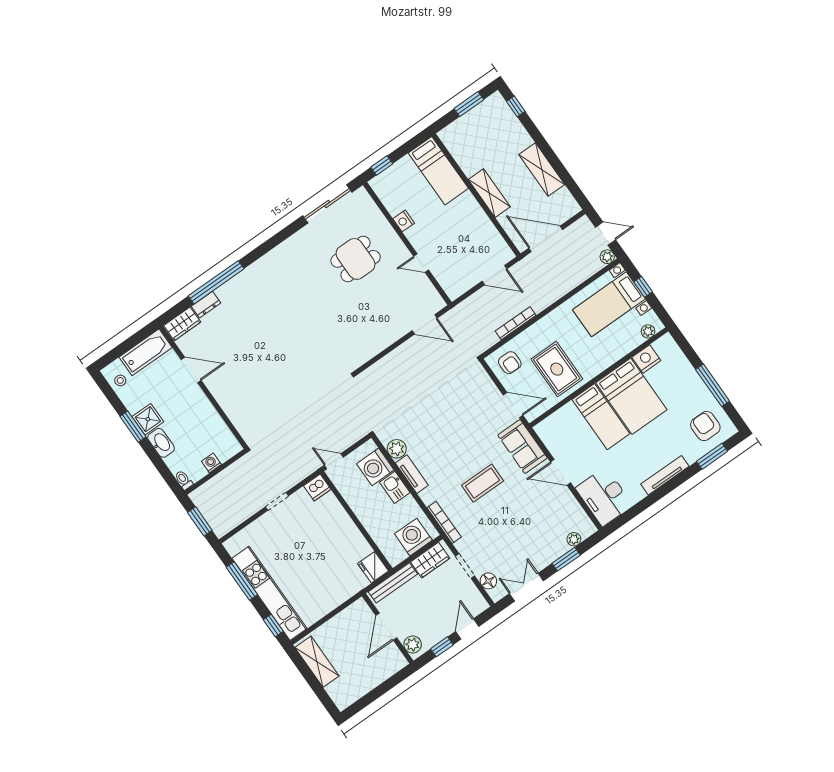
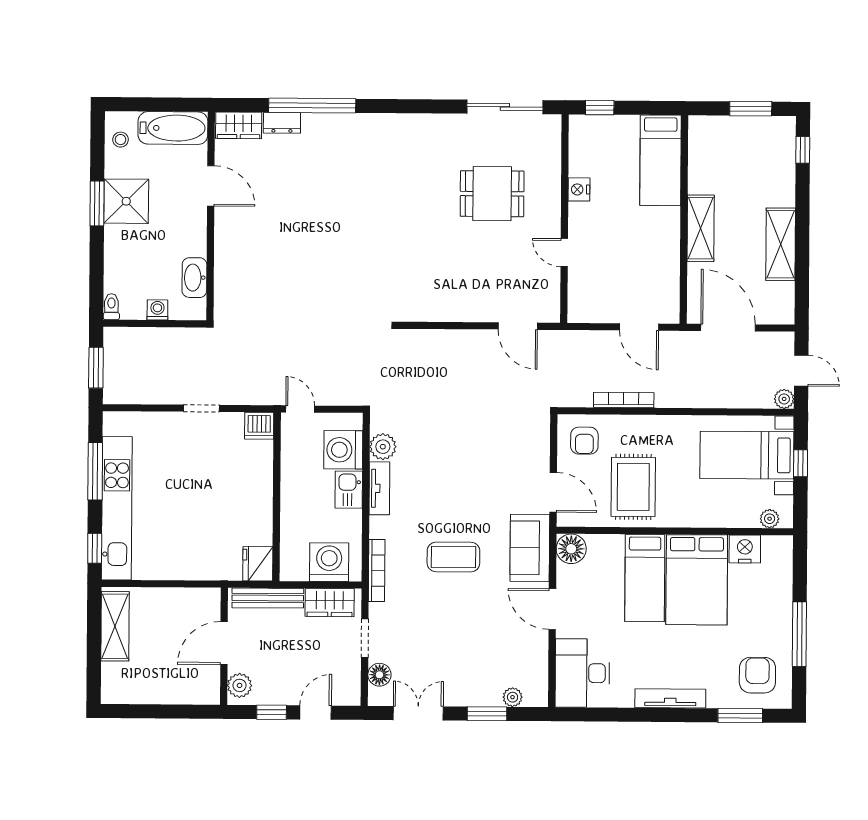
shower: (148, 419) -> (126, 201), width x1.36, depth x1.36
floor lamp: (547, 430) -> (571, 549), added
washbasin: (161, 443) -> (194, 278), moved, turned 180

